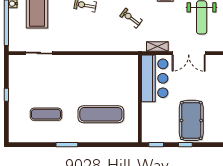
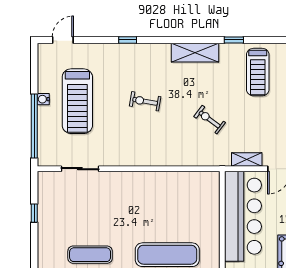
bar counter: (155, 78) -> (243, 216), width x1.36
window: (6, 95) -> (34, 213), moved

